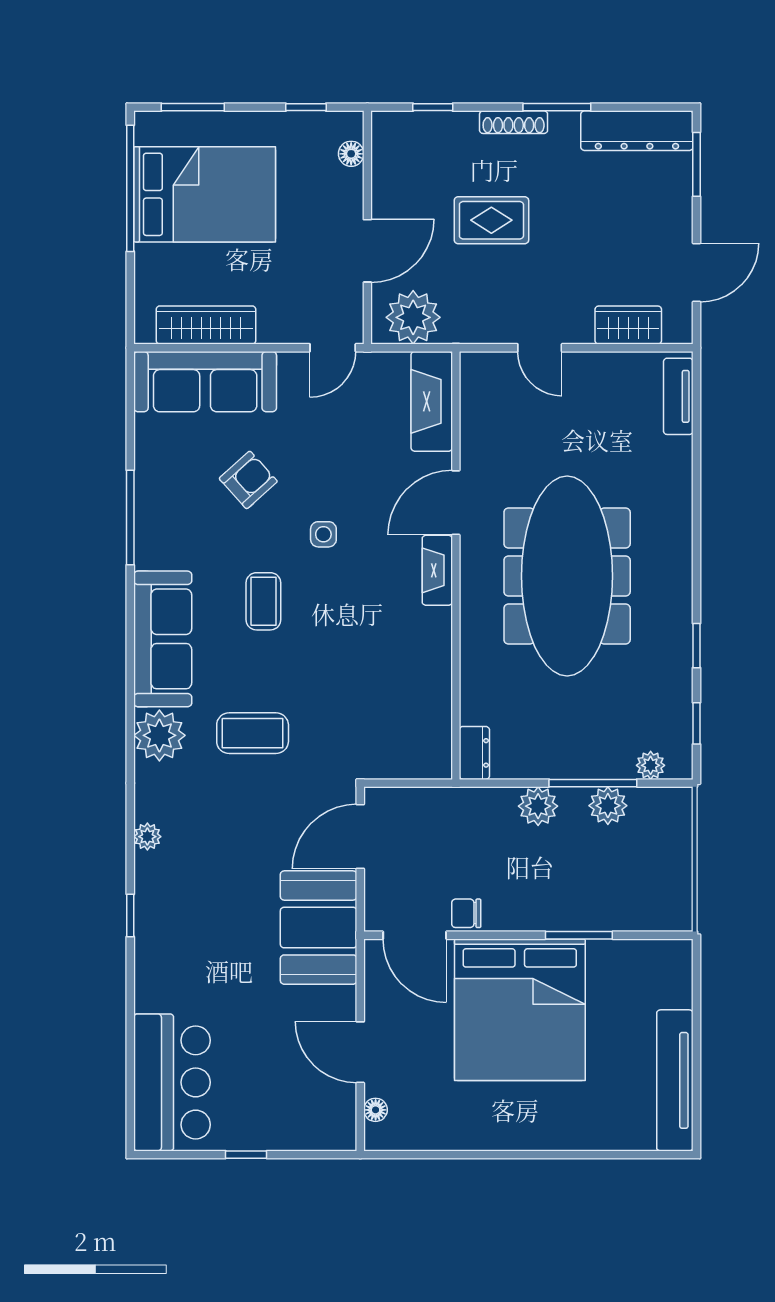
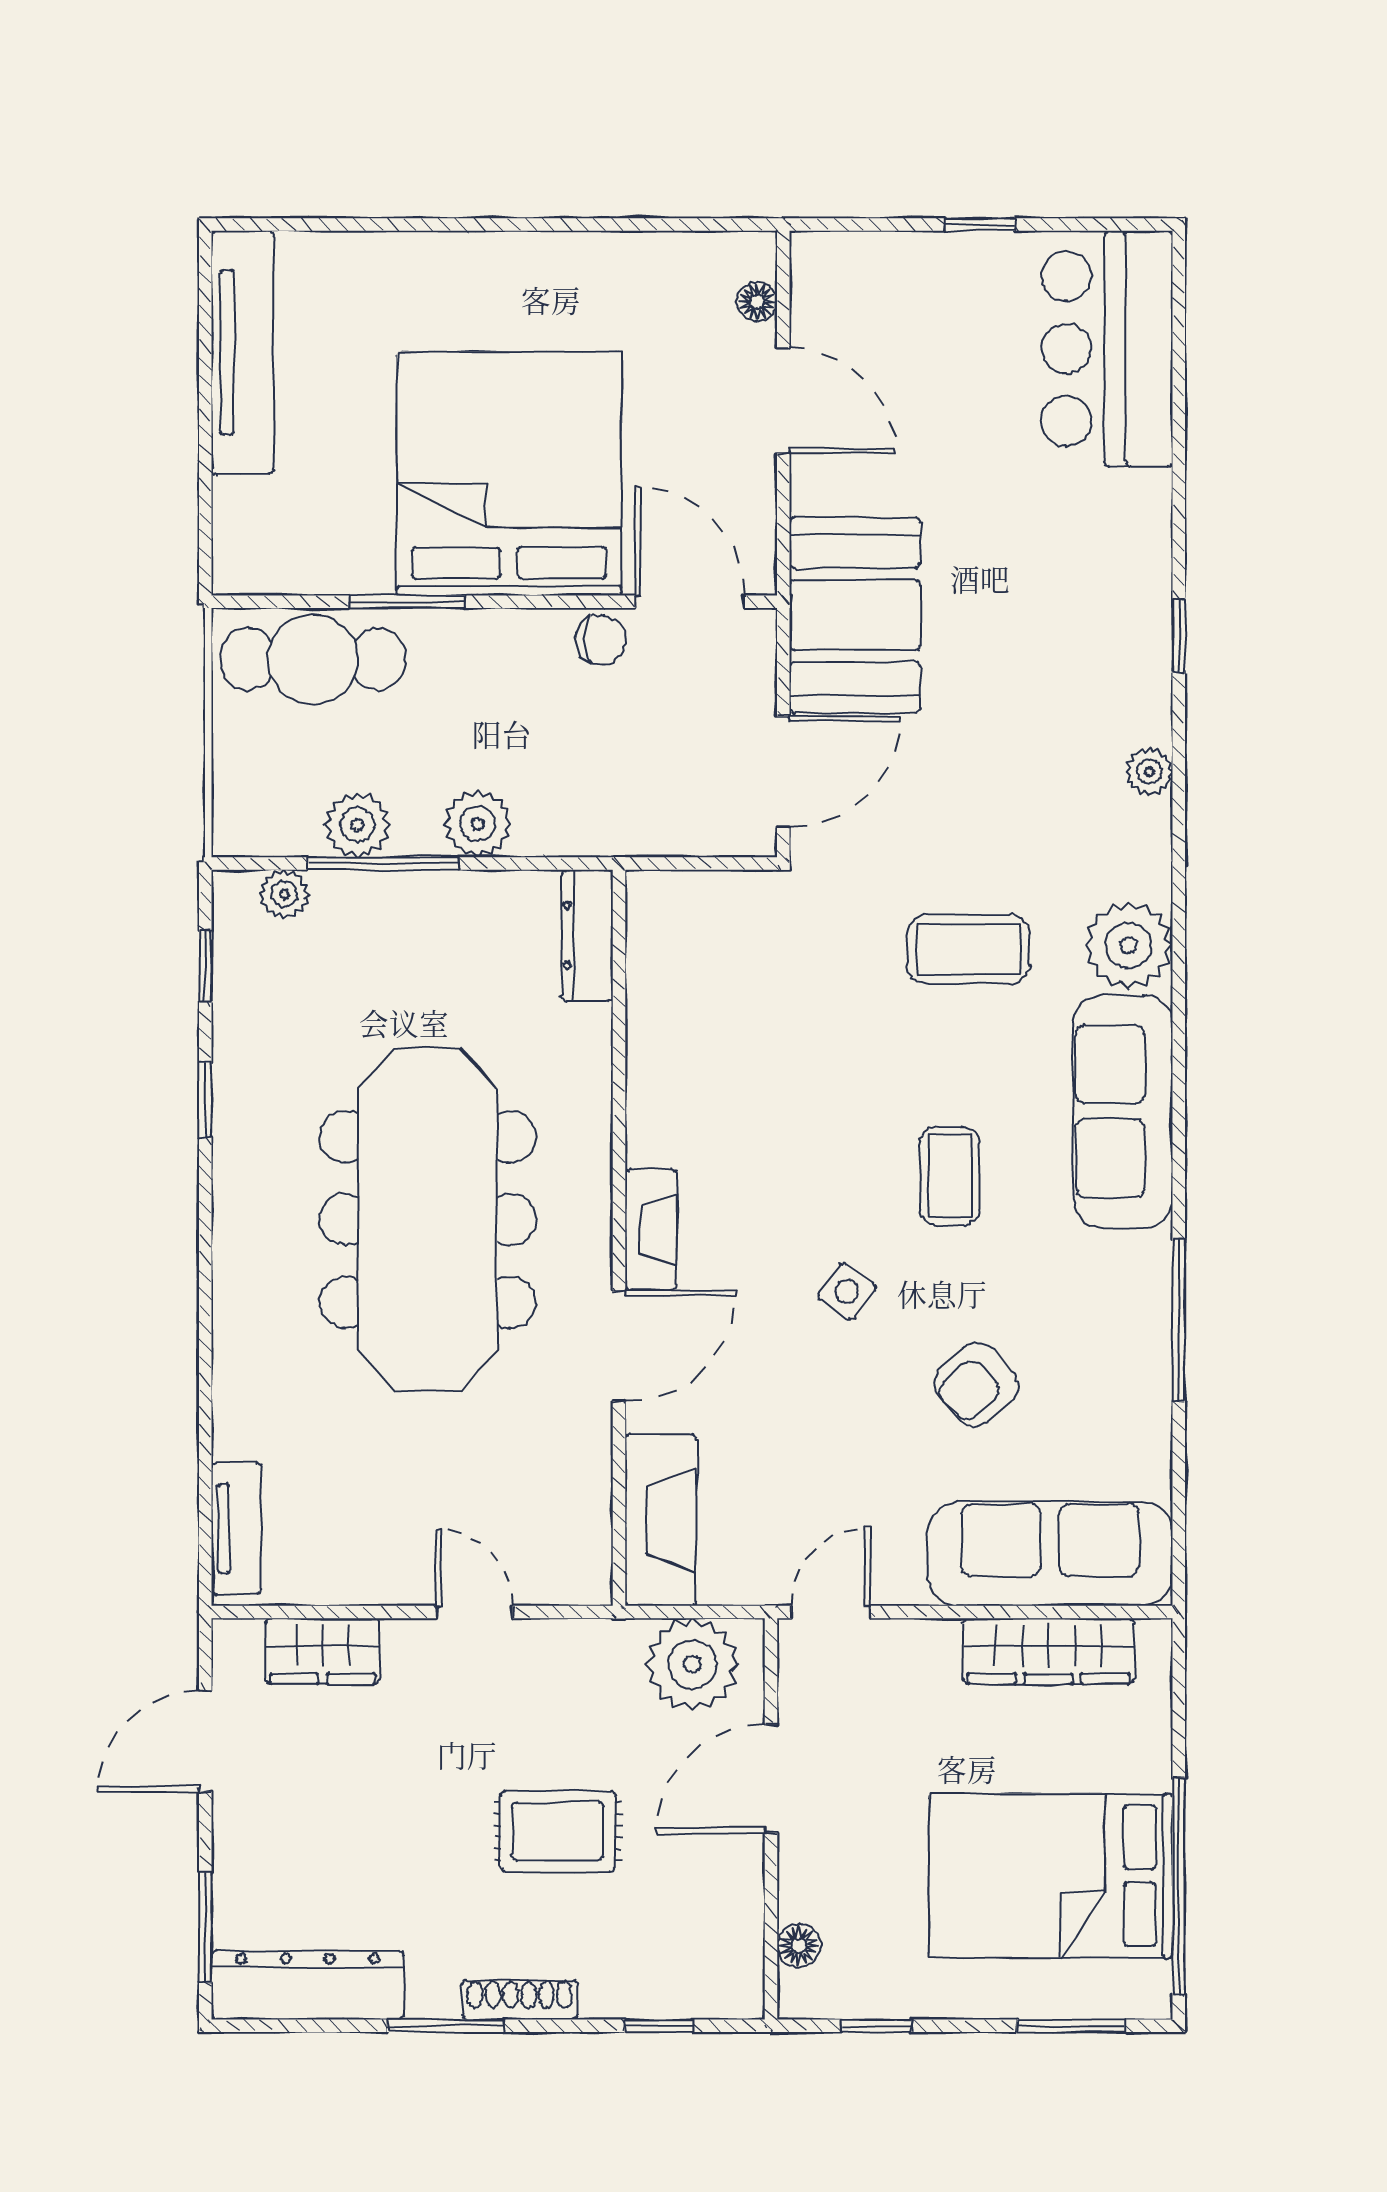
side table: (323, 534) -> (847, 1291), turned 36
dresser: (474, 753) -> (587, 935), width x1.44
cafe table: (634, 902) -> (313, 659), added

